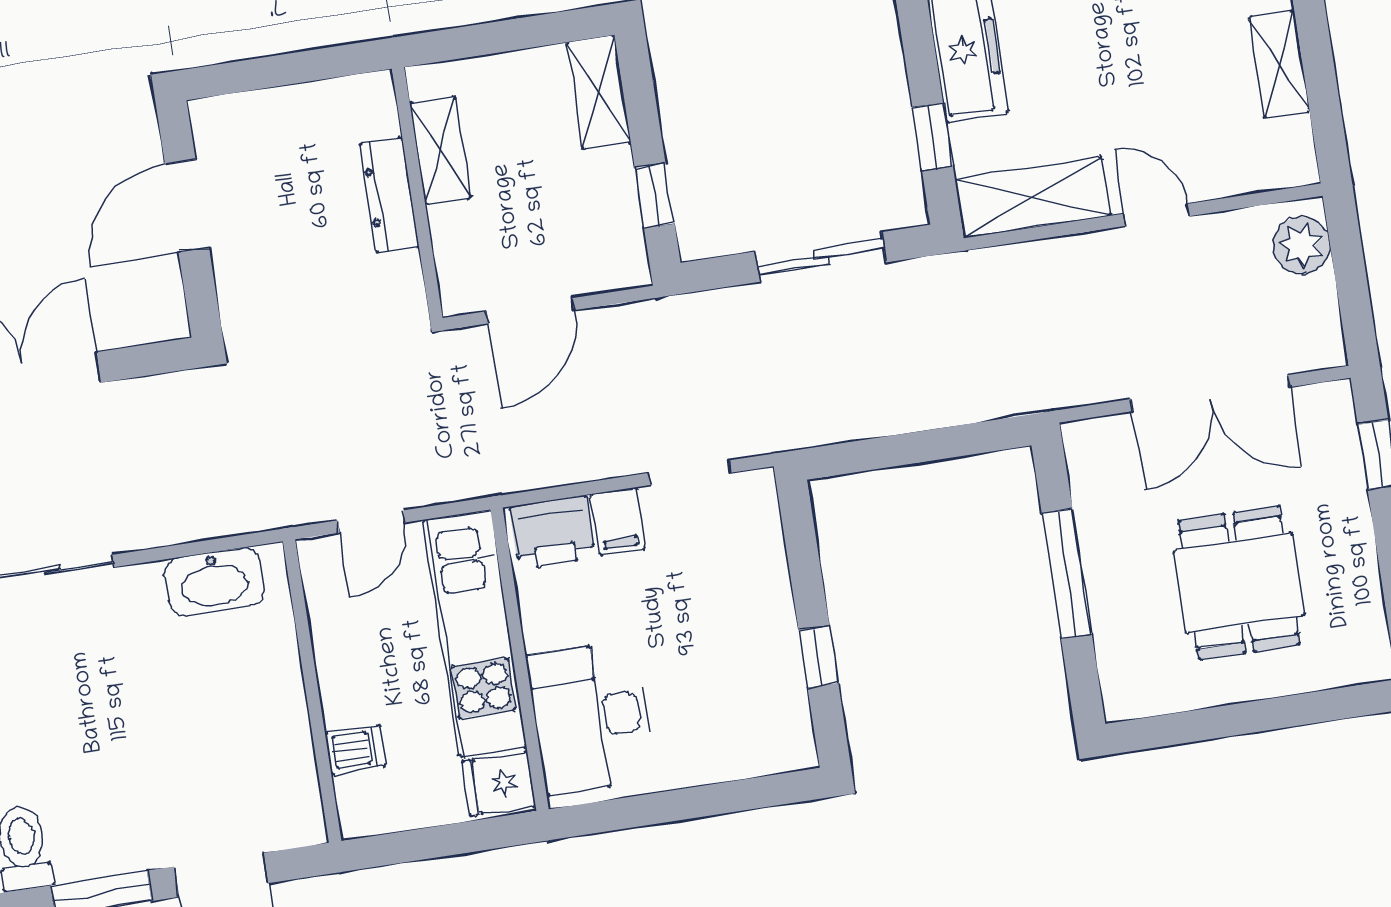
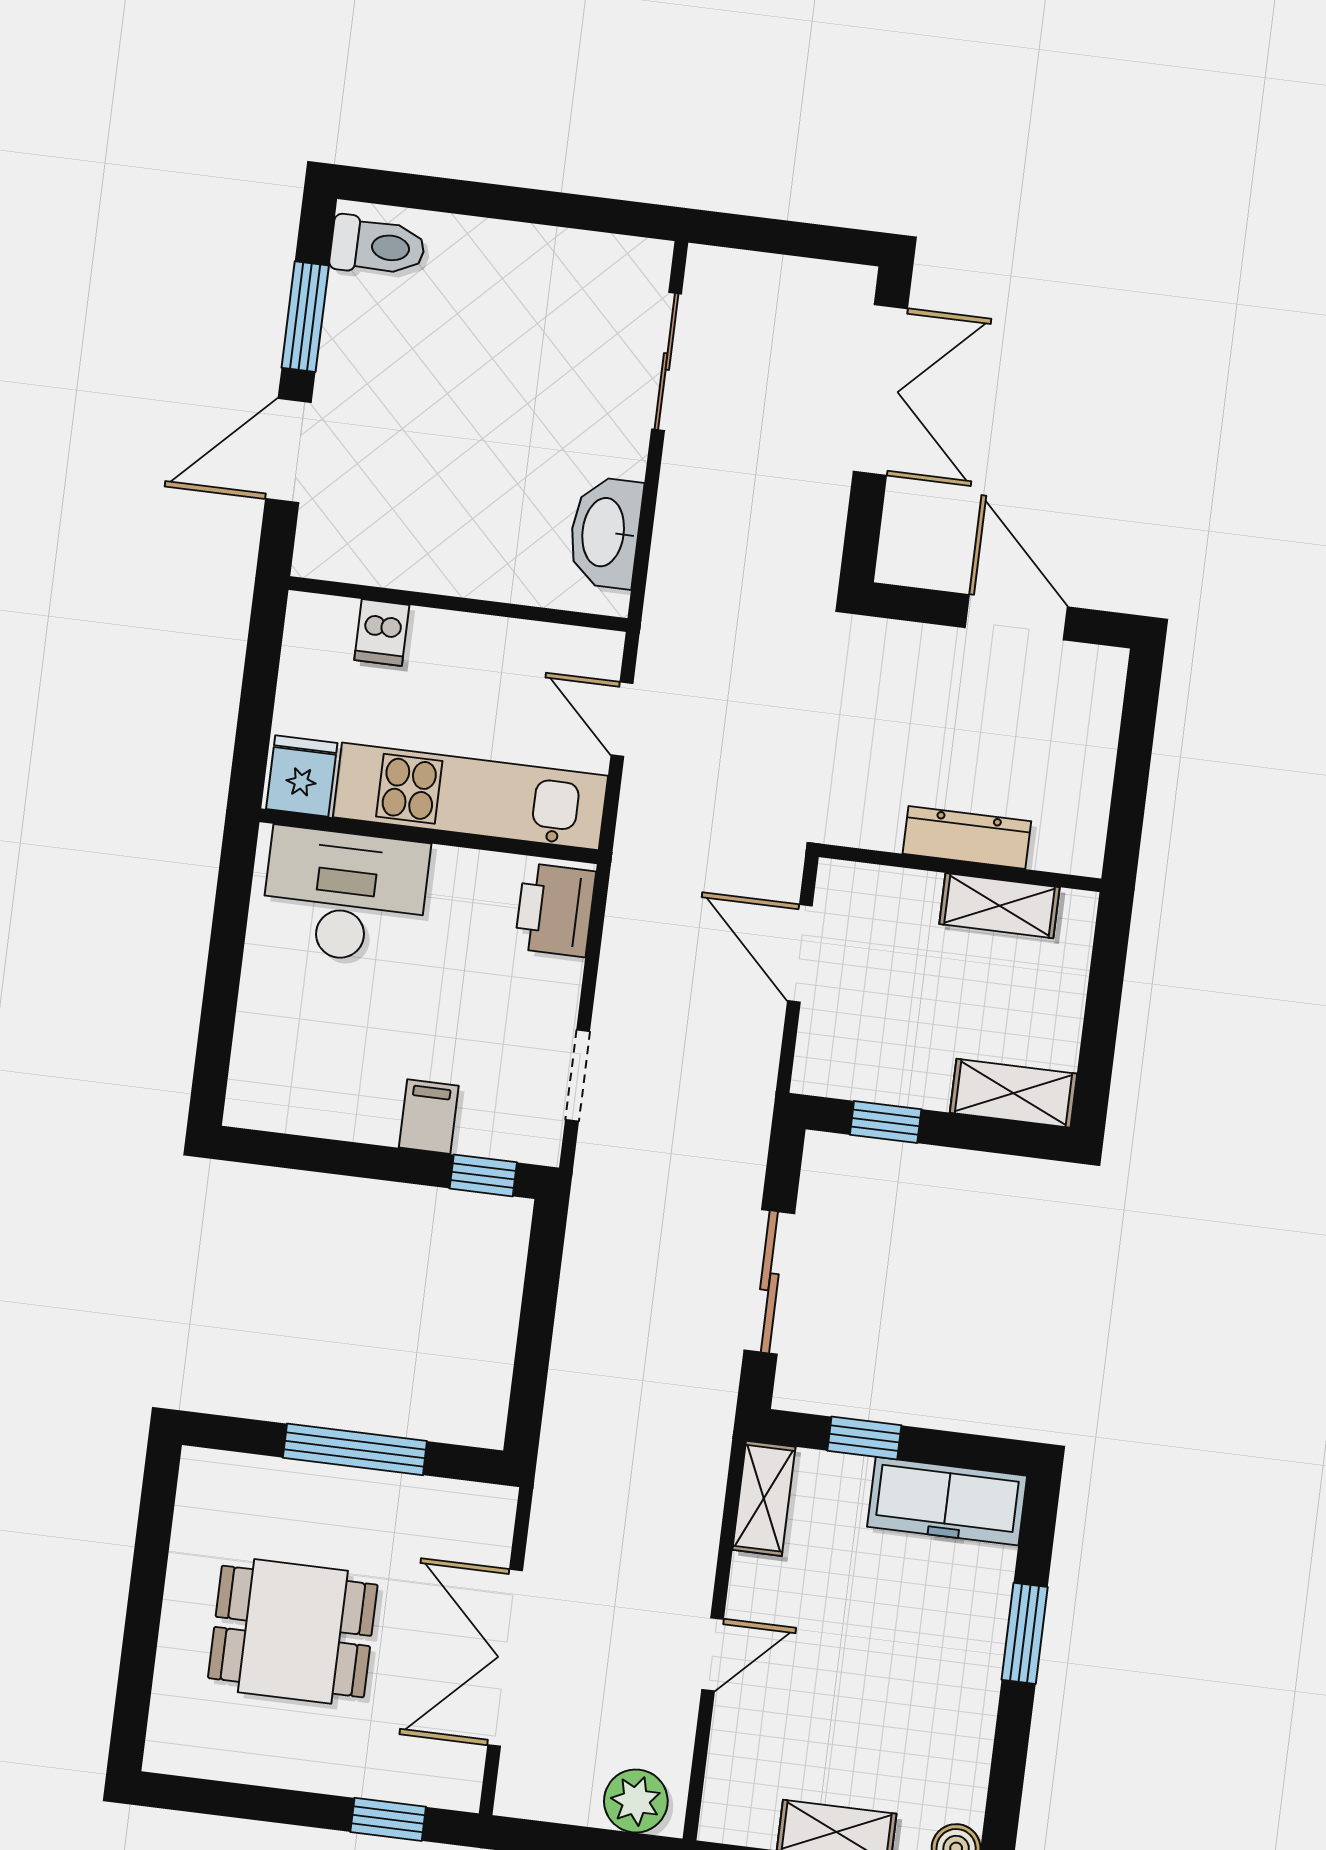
shelving: (1032, 198) -> (764, 1498), width x0.67, depth x0.75
filing cabinet: (618, 521) -> (429, 1117), moved, turned 90
window: (818, 657) -> (483, 1175), moved

